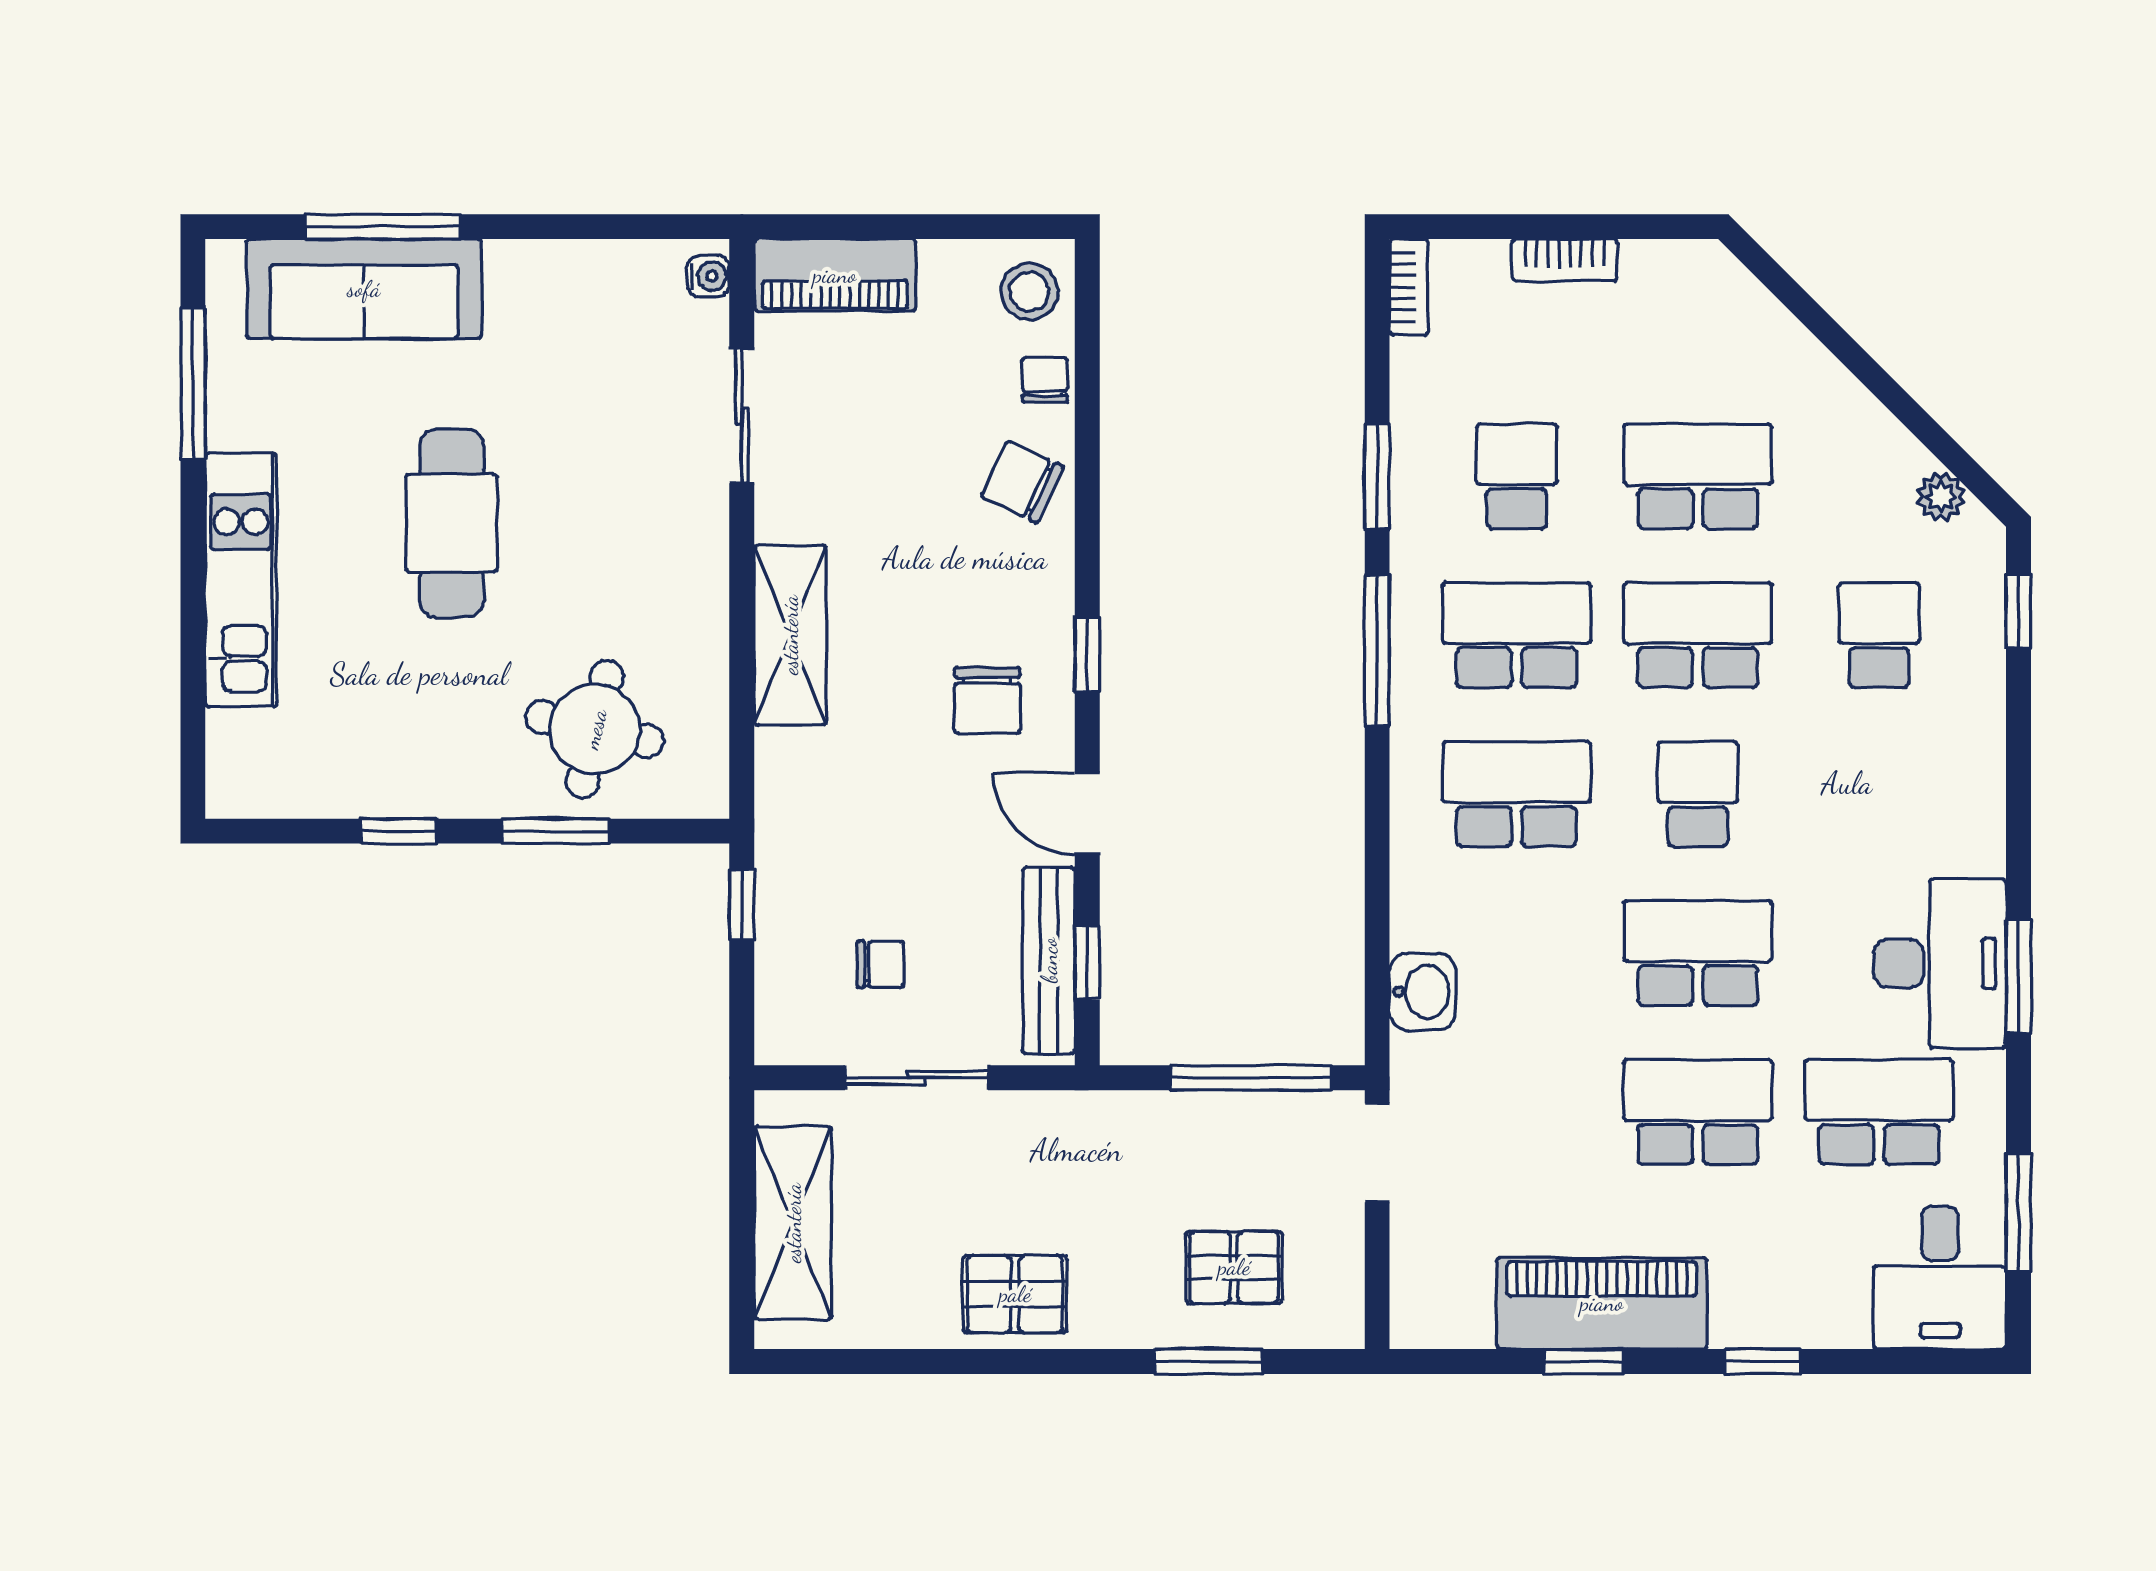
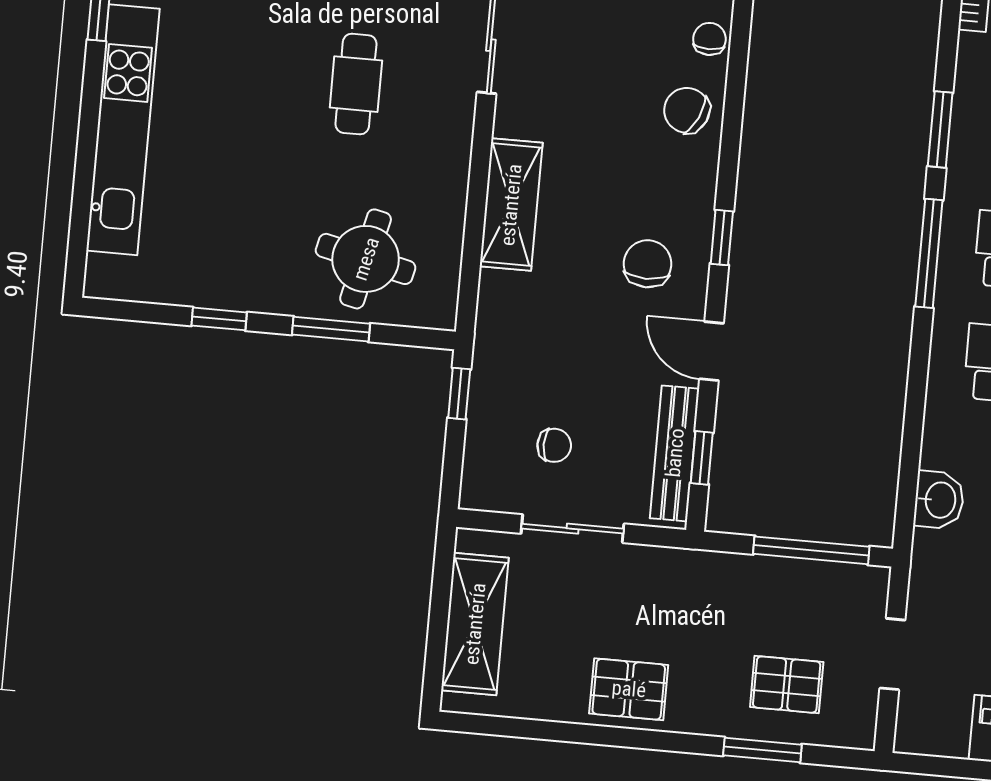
cafe table: (452, 523) -> (356, 84), moved, width x0.73, depth x0.74
kitchen unit: (241, 580) -> (123, 130), width x1.36
chair: (987, 700) -> (648, 264), turned 180
doorway: (1377, 1153) -> (892, 654), moved

